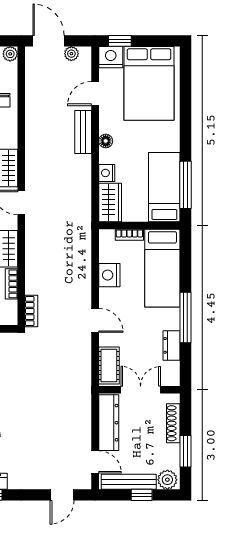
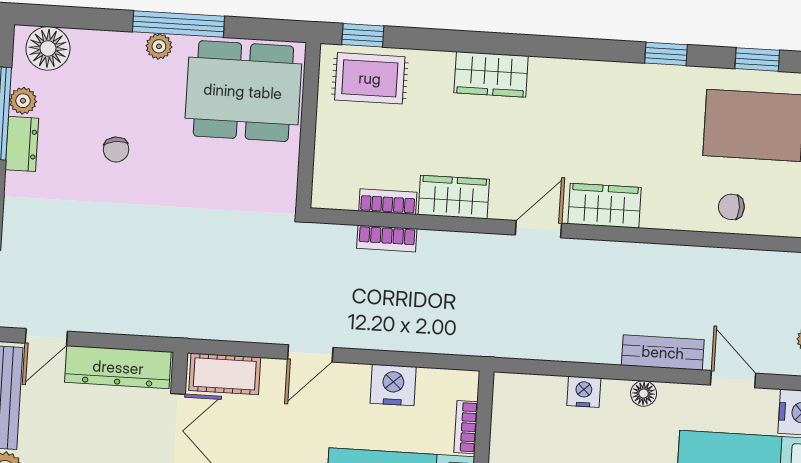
wardrobe: (110, 202) -> (528, 395), removed
bookcase: (31, 311) -> (387, 239), moved

